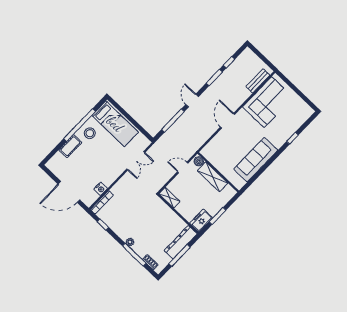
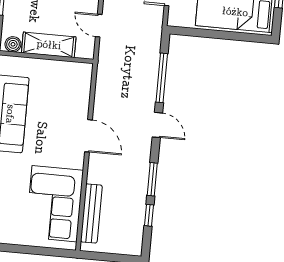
bench: (258, 81) -> (91, 213), width x1.36
boiler: (199, 161) -> (13, 44), moved
door: (183, 167) -> (99, 26), swing flipped

